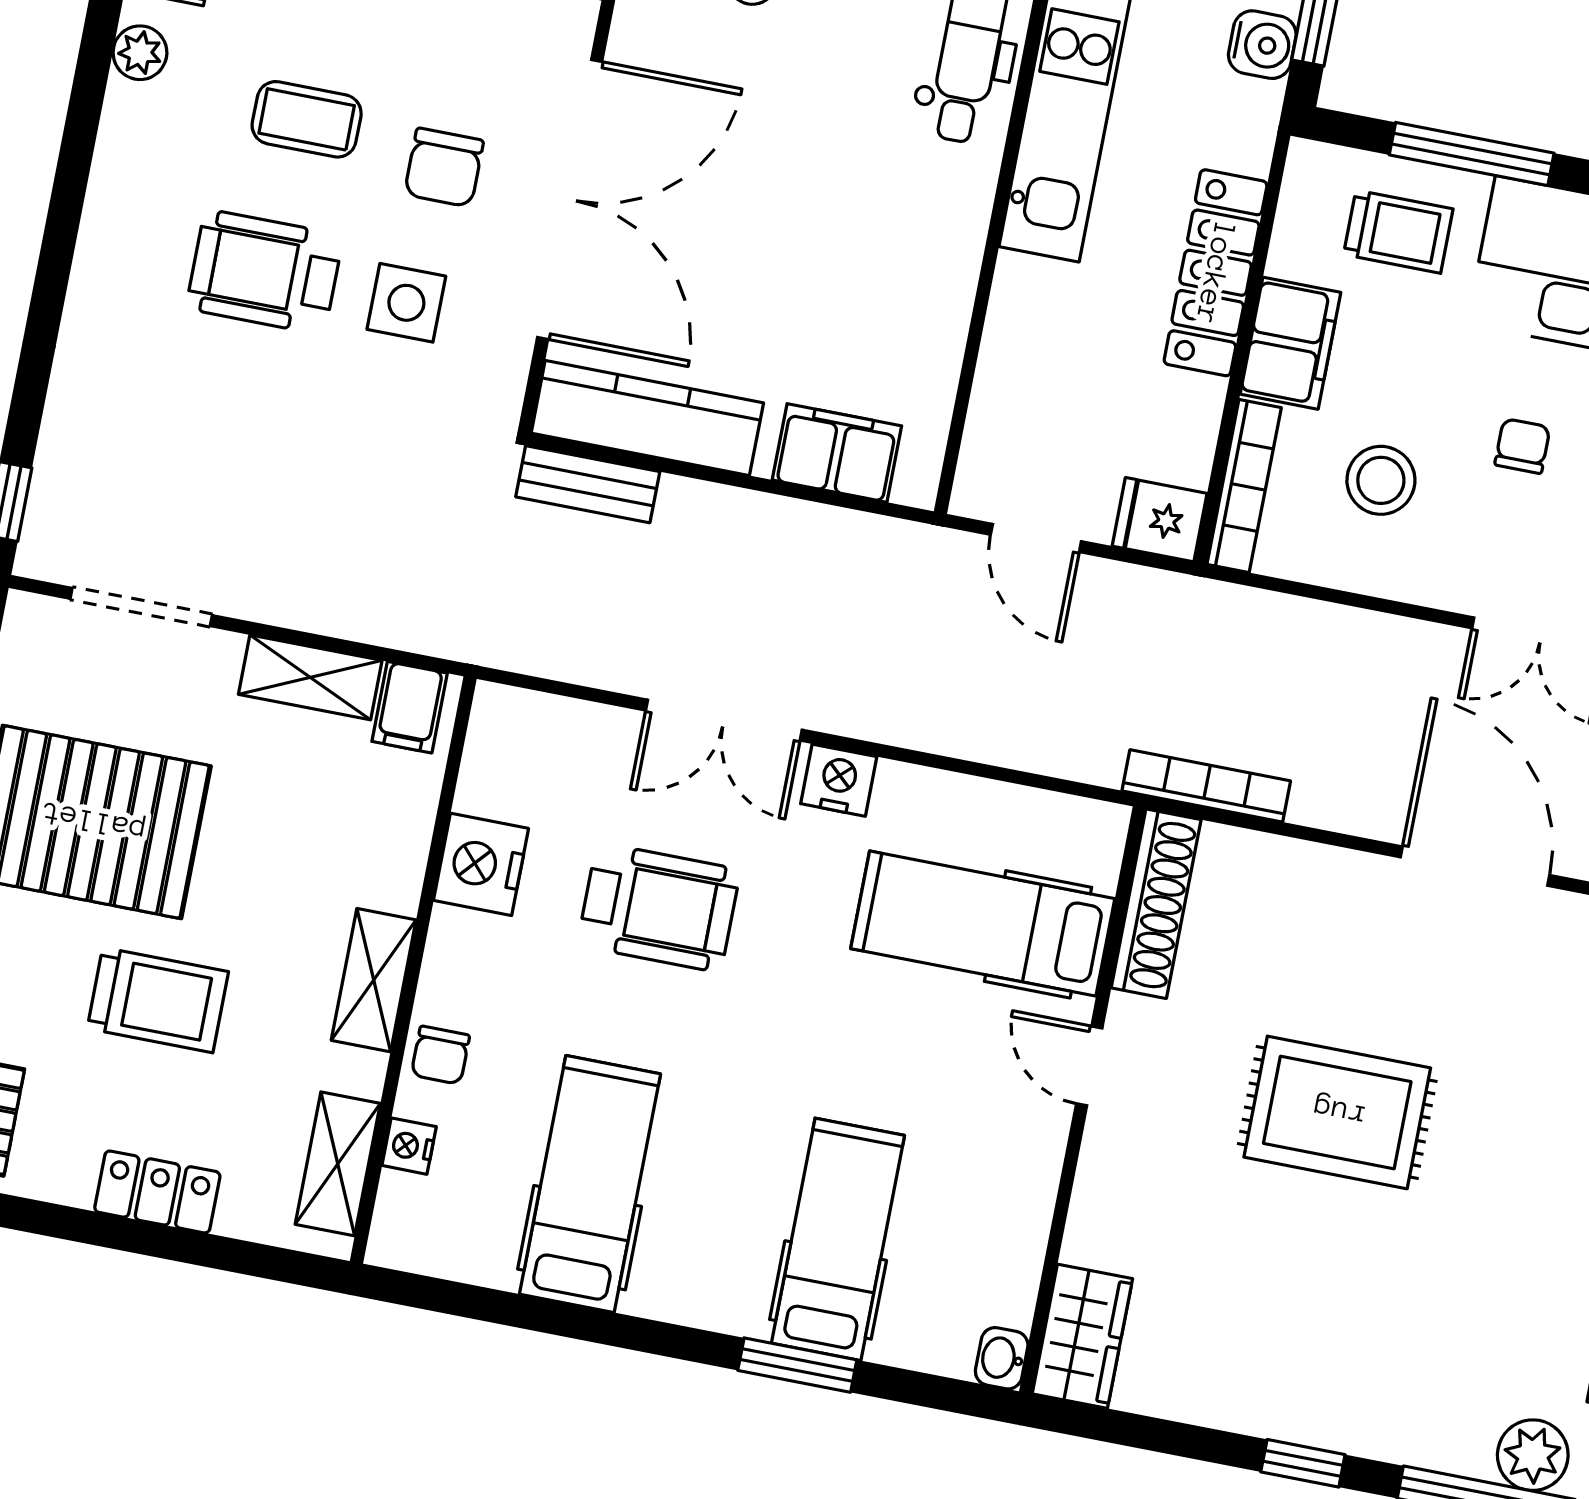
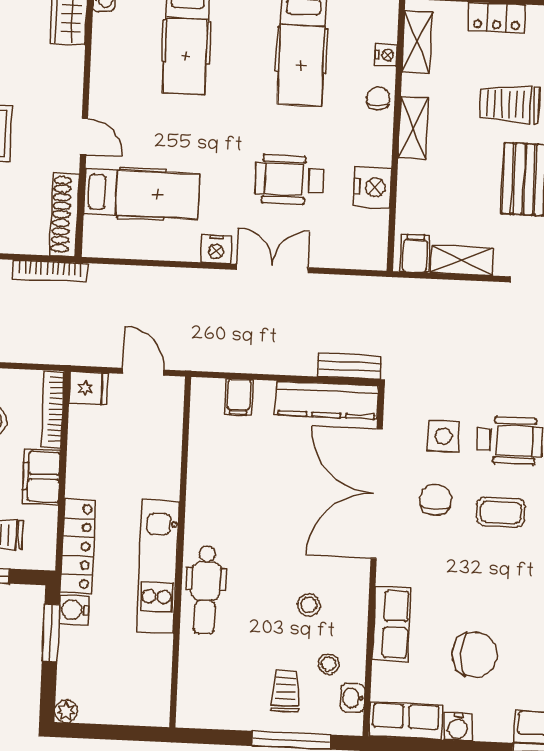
locker: (1216, 273) -> (78, 546), moved
filing cabinet: (837, 453) -> (239, 397), width x0.50

